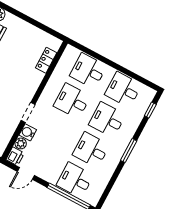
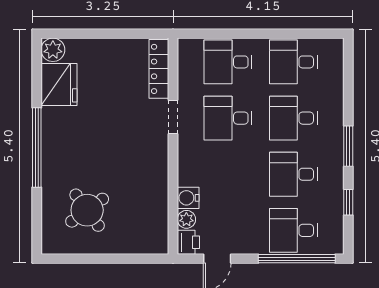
locker: (46, 60) -> (159, 69), width x1.53
window: (150, 110) -> (348, 202), moved
doorway: (28, 112) -> (173, 117), moved

